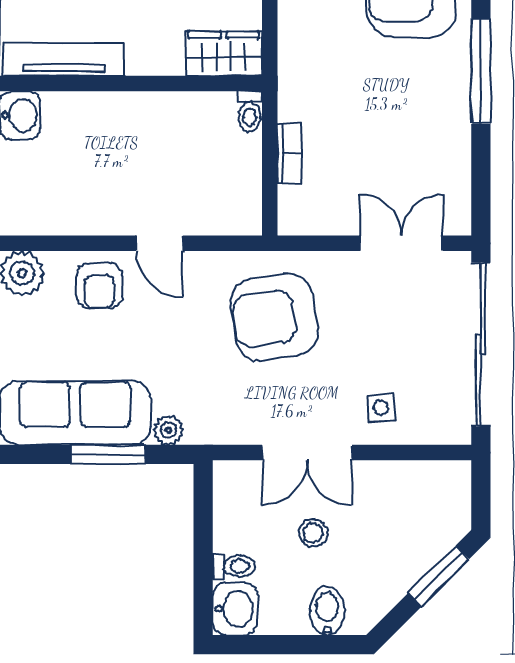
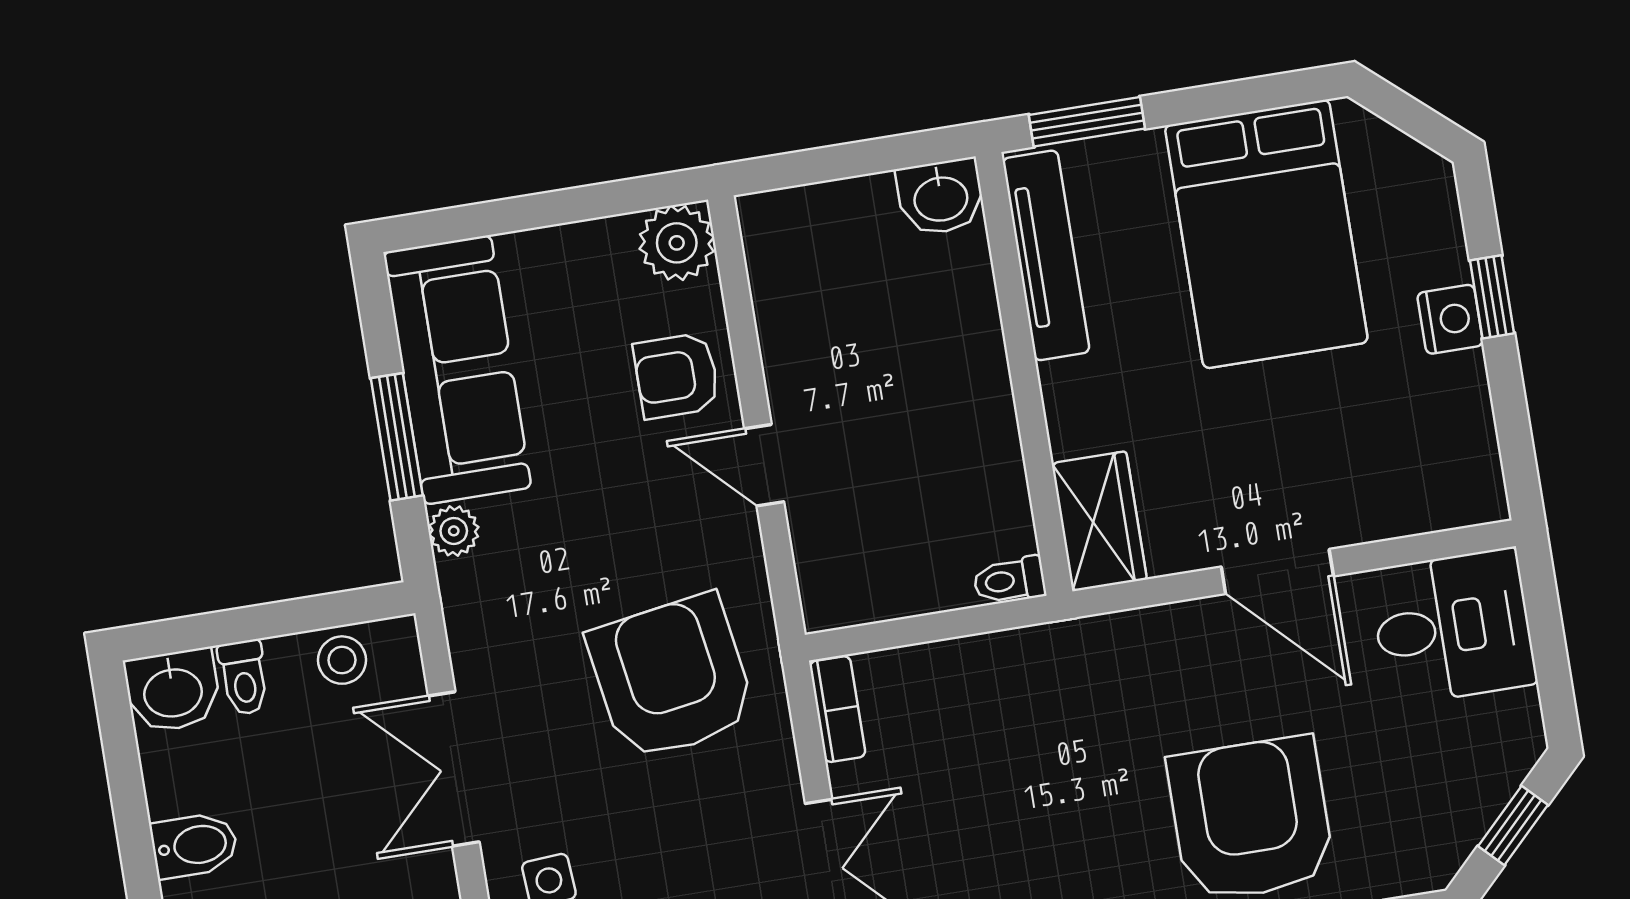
bookcase: (289, 153) -> (838, 709), moved, turned -90
door: (160, 243) -> (764, 465), hinge flipped
stool: (313, 533) -> (342, 660), moved

